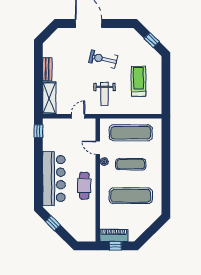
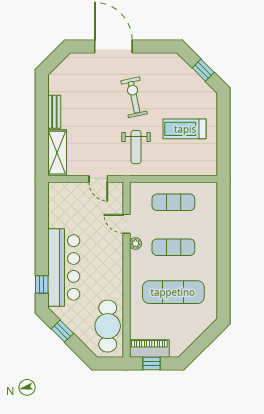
exercise bike: (103, 59) -> (134, 97), turned 65
treadmill: (139, 81) -> (185, 129), turned -90
door: (78, 116) -> (98, 179), swing flipped
window: (38, 131) -> (42, 284), moved
exercise mat: (131, 133) -> (173, 202), width x0.73, depth x0.69
cafe table: (84, 186) -> (108, 326), moved, width x1.37, depth x1.35

